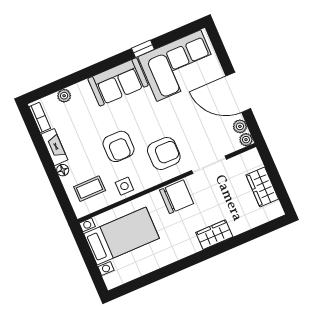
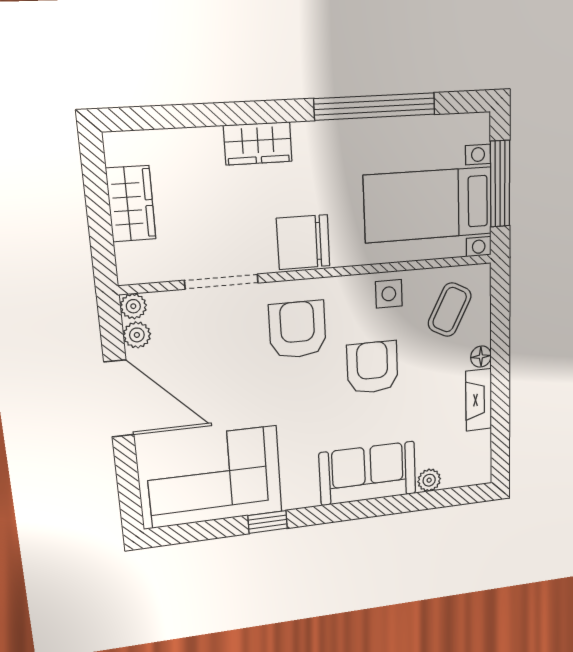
sofa: (118, 82) -> (368, 473), moved
bookcase: (40, 118) -> (482, 456), removed
armchair: (164, 153) -> (297, 330), turned 90
coffee table: (90, 189) -> (450, 310), turned -63
window: (89, 259) -> (500, 184), added
window: (166, 272) -> (375, 107), added

